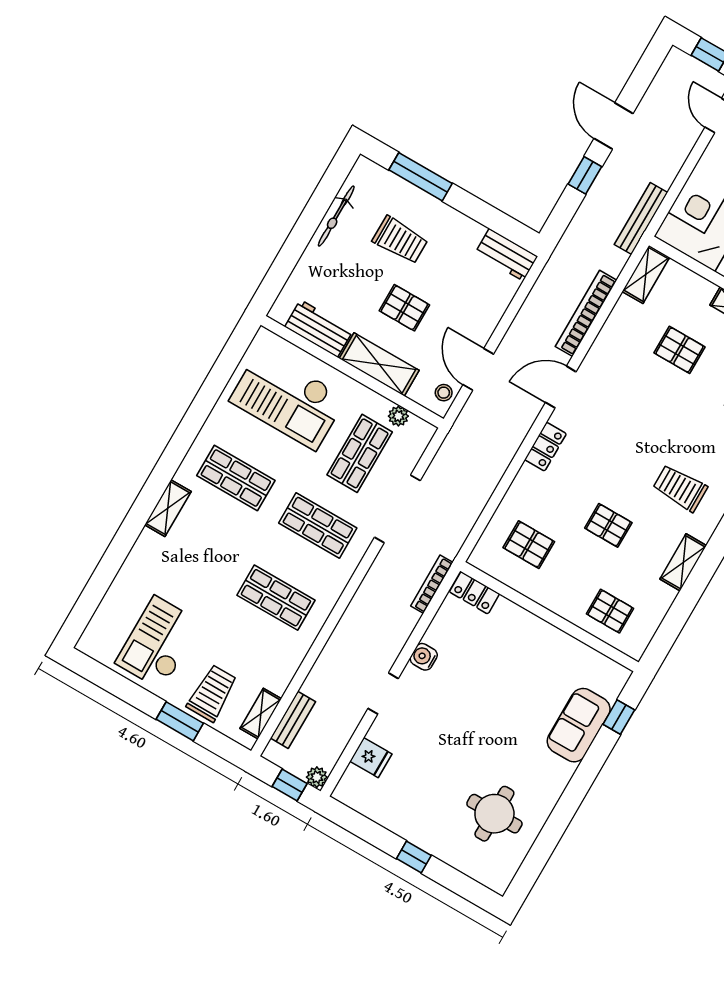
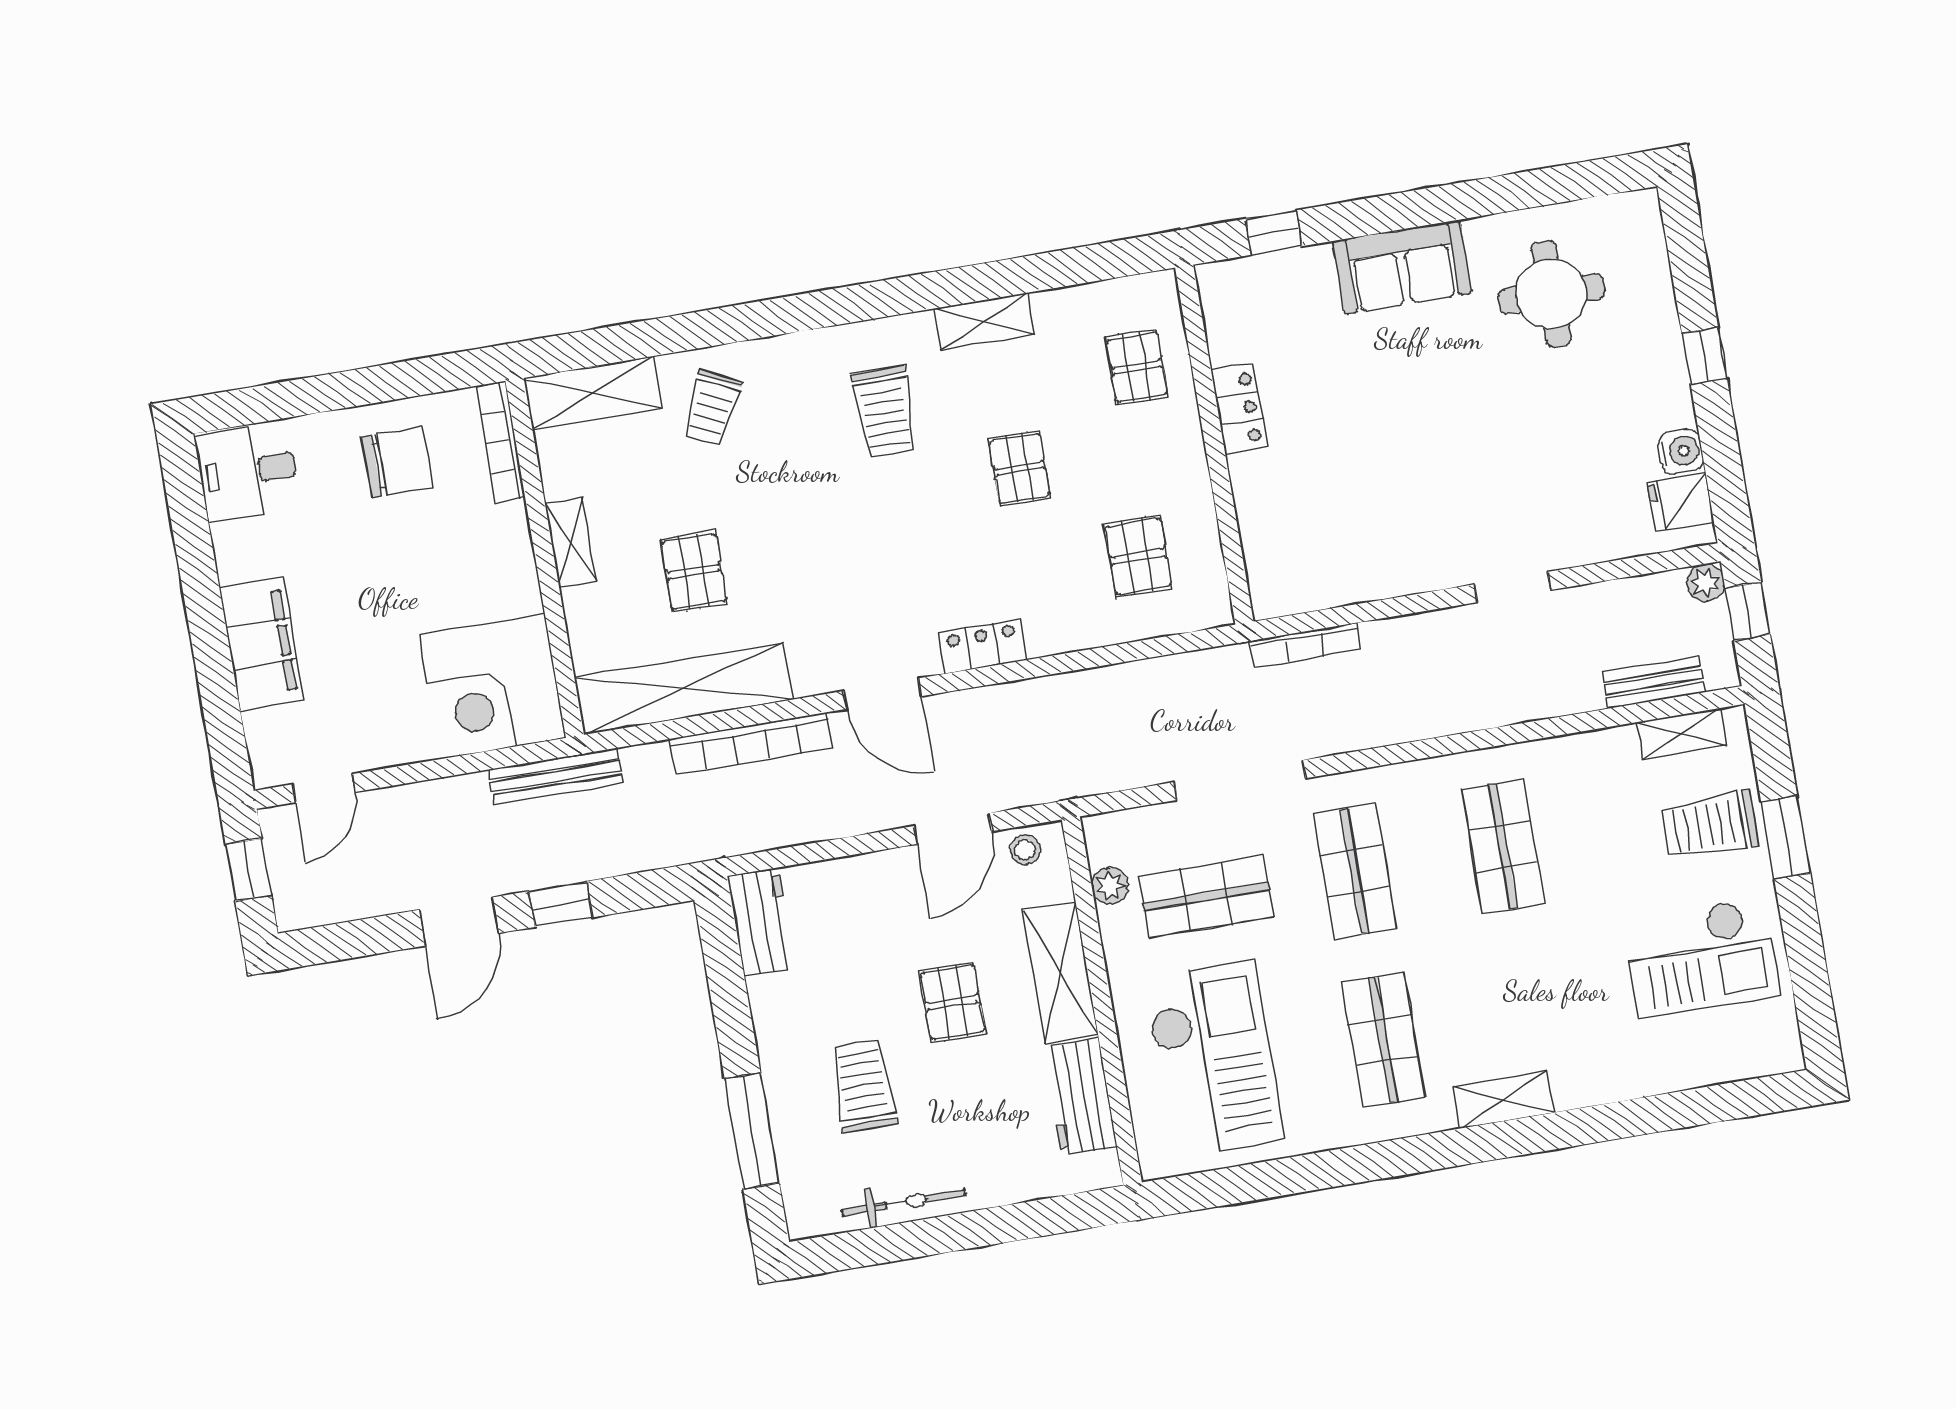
shelving: (646, 274) -> (684, 689), width x2.20, depth x1.33
locker: (474, 593) -> (1239, 409), moved
water cooler: (424, 657) -> (1681, 451), moved, turned -90
sofa: (579, 725) -> (1402, 267), moved
fridge: (371, 758) -> (1680, 502), moved, turned -90

